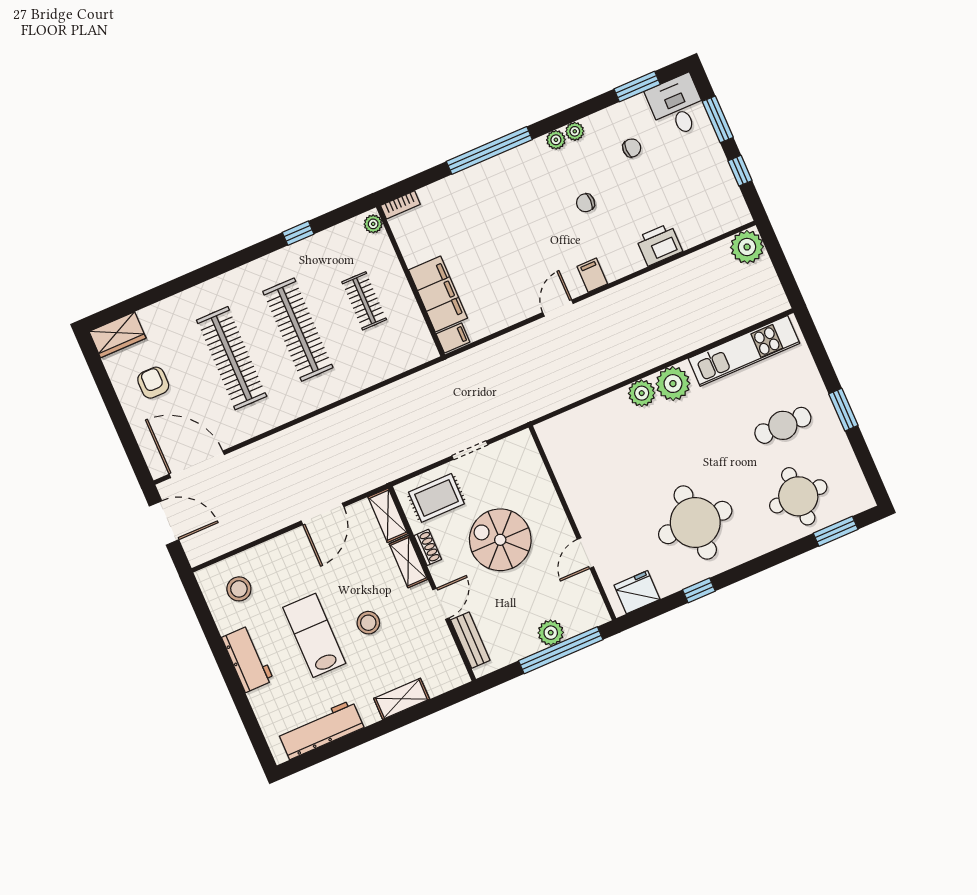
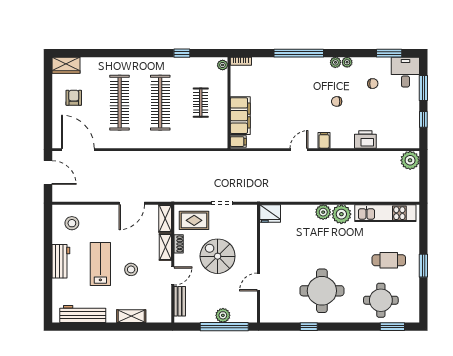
fridge: (637, 592) -> (270, 213), moved, turned 180

